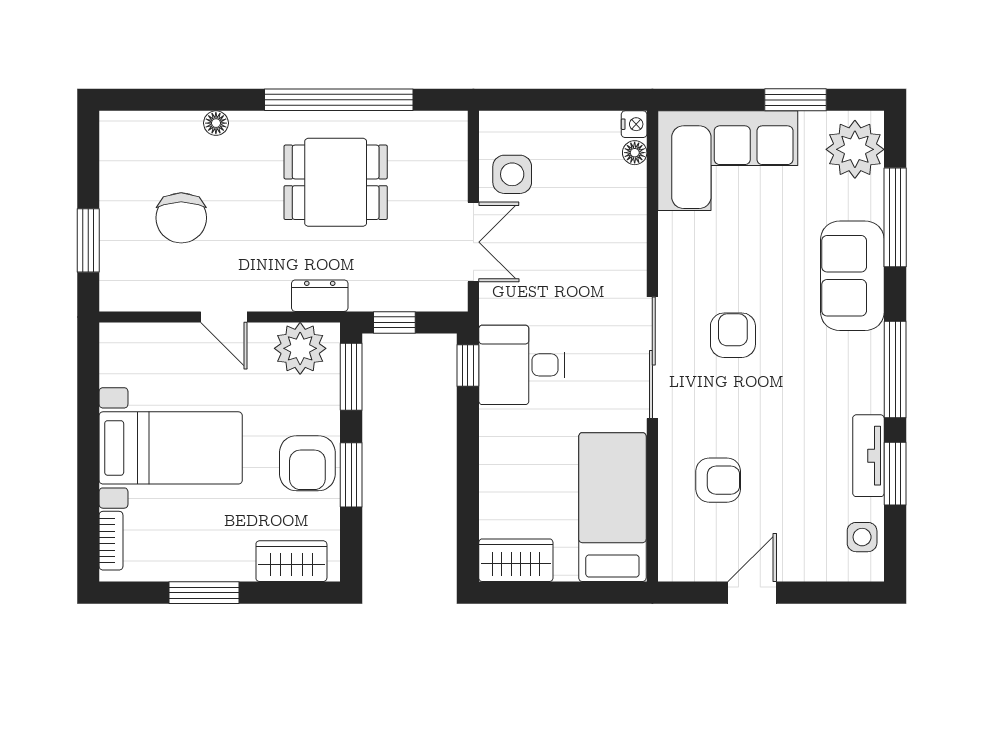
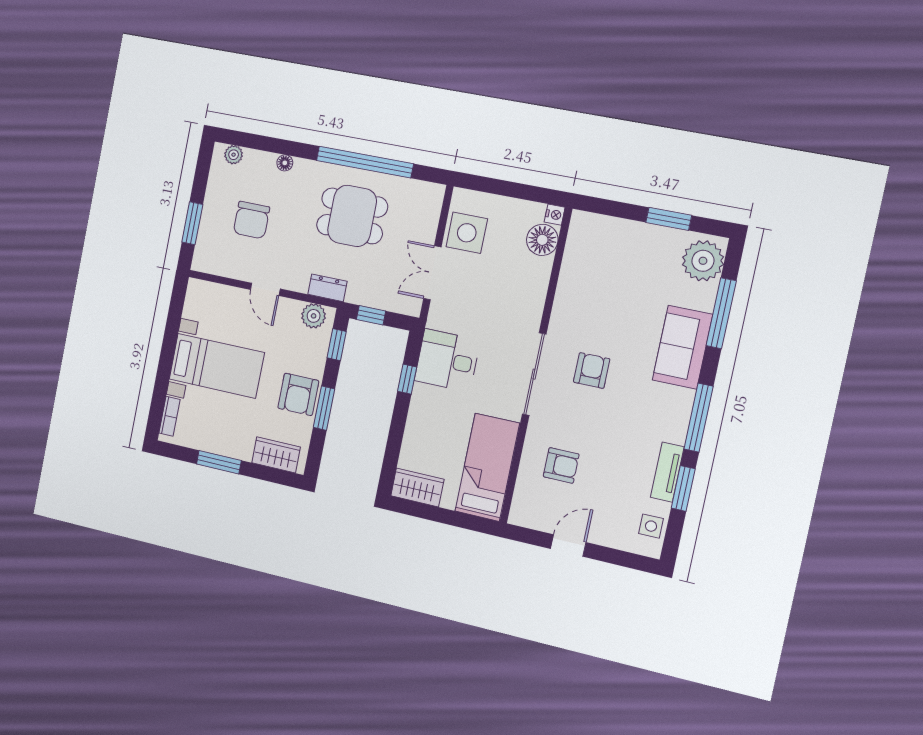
plant: (133, 125) -> (234, 155), added
floor lamp: (635, 153) -> (542, 240), width x1.89, depth x1.89
corner sofa: (728, 161) -> (613, 252), removed
side table: (512, 174) -> (467, 233), width x1.37, depth x1.37
double door: (473, 242) -> (432, 273), swing flipped
plant: (300, 348) -> (314, 316), width x0.73, depth x0.73
window: (468, 365) -> (407, 379), moved
window: (351, 377) -> (337, 345), width x0.67

